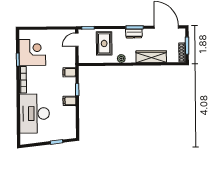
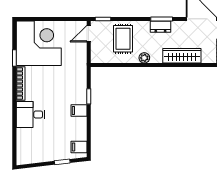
corner desk: (32, 52) -> (39, 43), width x1.36, depth x1.36
filing cabinet: (69, 72) -> (79, 147), moved
desk: (34, 114) -> (31, 114), width x0.53, depth x0.77

